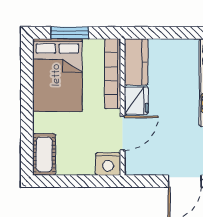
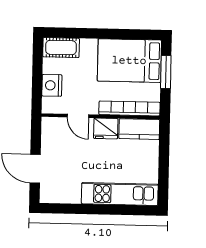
door: (123, 133) -> (78, 116), width x0.73
nightstand: (108, 164) -> (52, 85), moved

